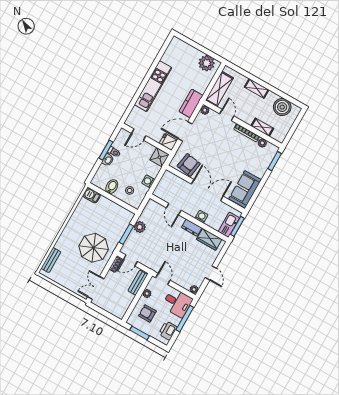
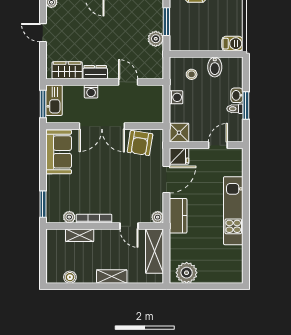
boiler: (282, 107) -> (70, 277), width x0.54, depth x0.54

